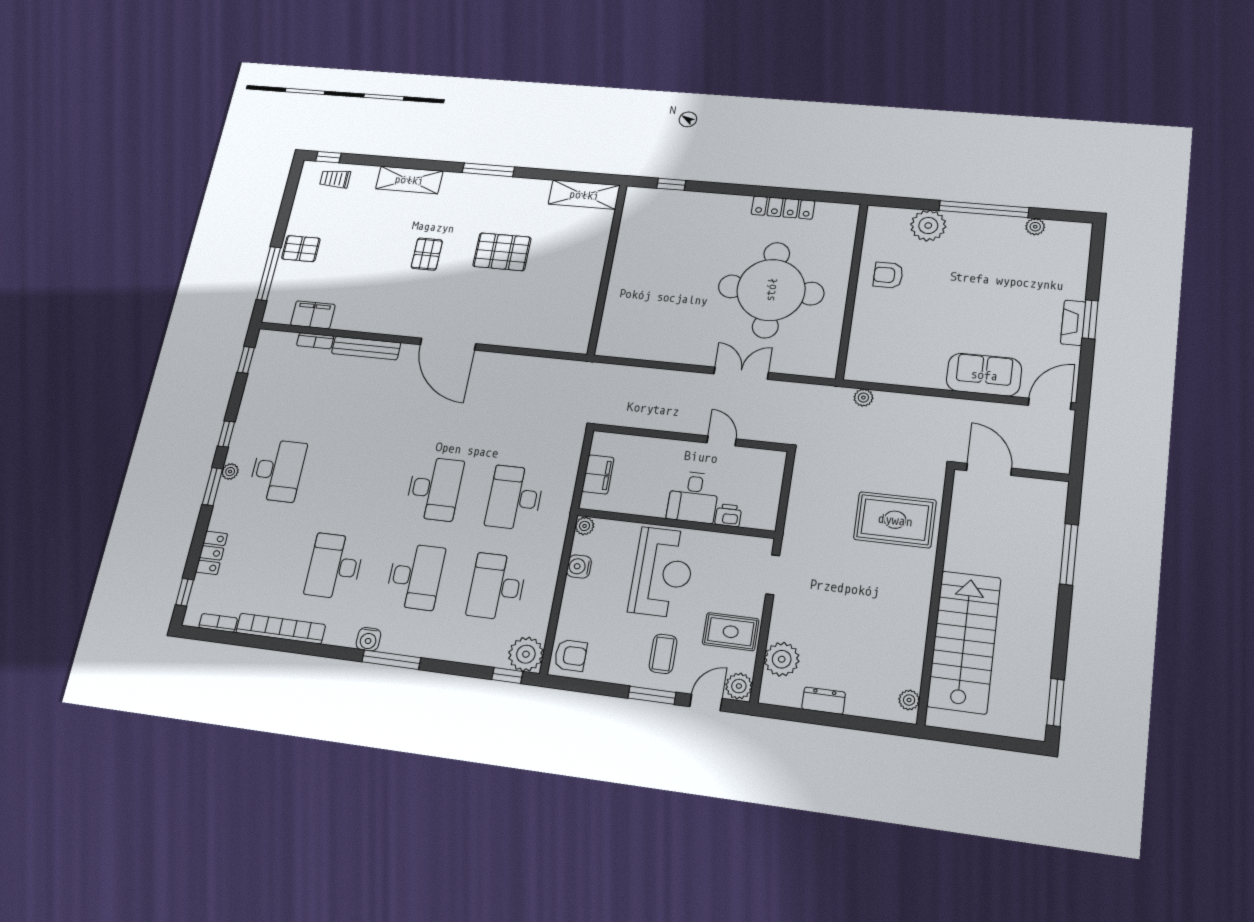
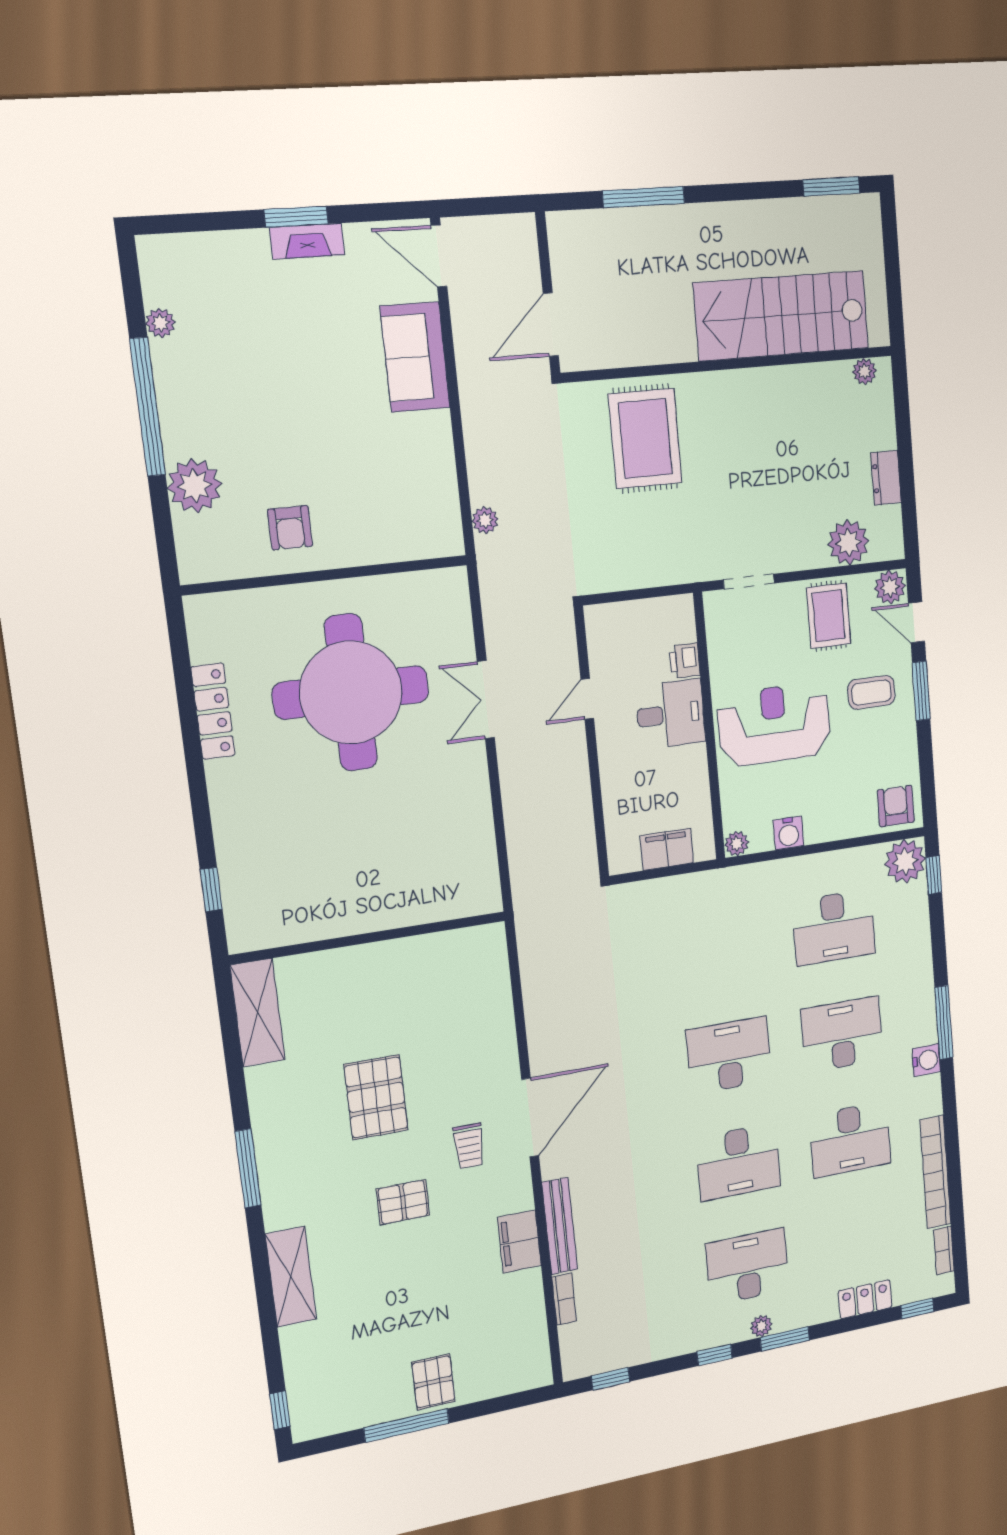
trolley: (335, 179) -> (469, 1146), moved
window: (269, 273) -> (407, 1425), moved
filing cabinet: (313, 315) -> (519, 1241), moved
desk: (515, 498) -> (738, 1162), moved

